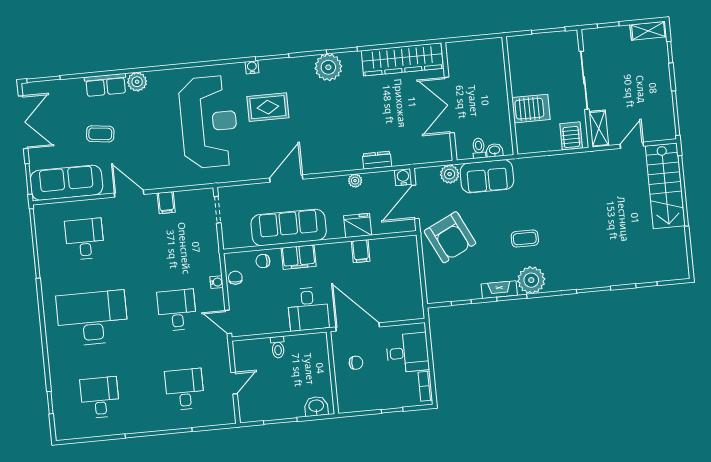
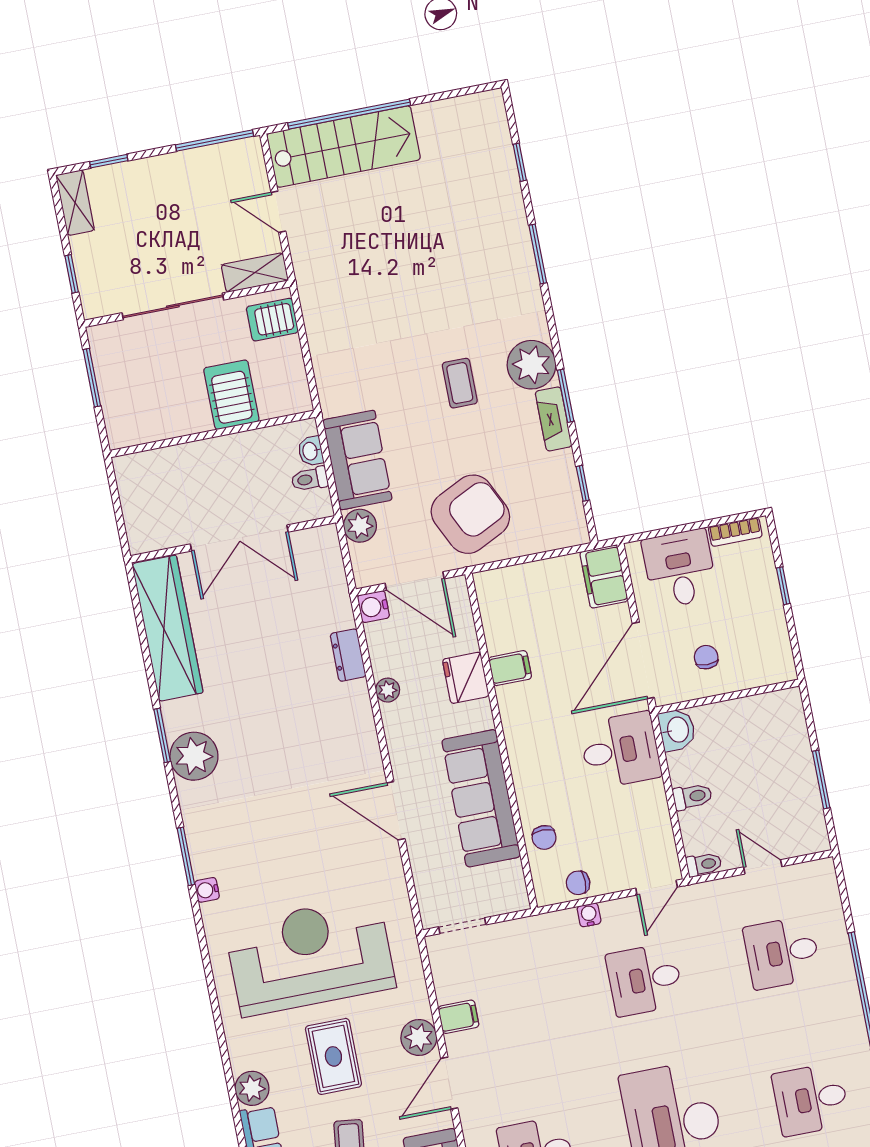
rug: (268, 107) -> (333, 1056), moved
plant: (157, 179) -> (419, 1037), added
filing cabinet: (299, 257) -> (604, 577), moved, turned 180
toilet: (239, 350) -> (704, 864), added
washbasin: (316, 406) -> (677, 730), moved, turned 180

